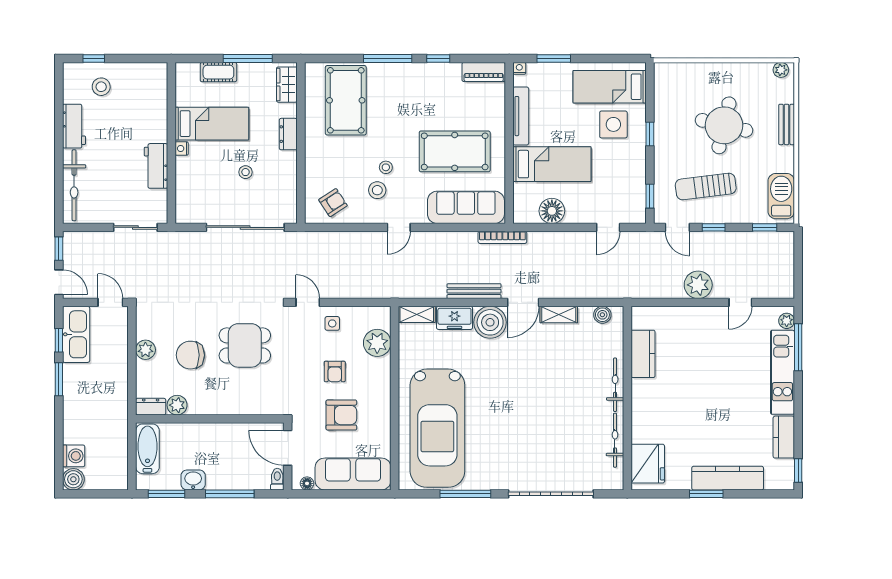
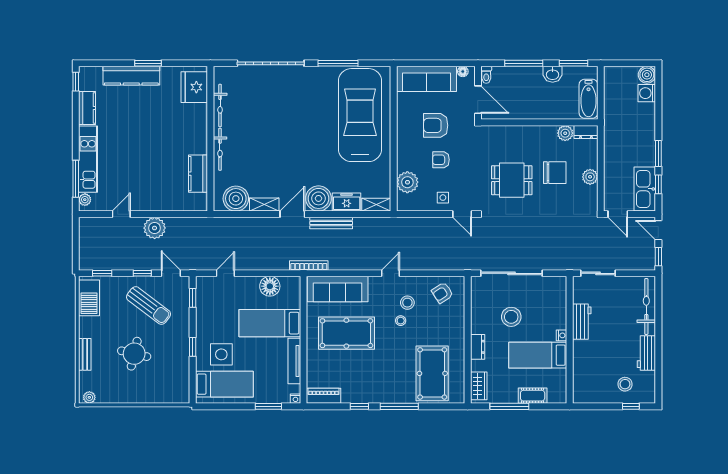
round table: (724, 125) -> (134, 354), width x0.73, depth x0.73
stool: (246, 172) -> (511, 317), width x1.89, depth x1.89
sun lounger: (706, 186) -> (149, 306), turned 44
boiler: (602, 315) -> (236, 199), width x1.86, depth x1.86
armchair: (335, 371) -> (441, 160), turned -90

